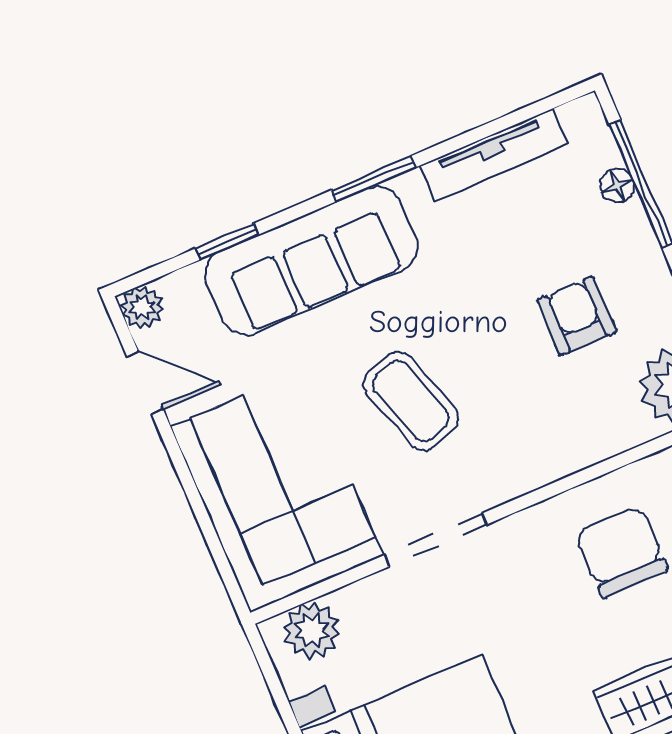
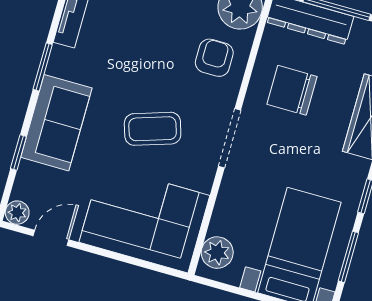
sofa: (311, 261) -> (56, 123), width x0.73
armchair: (577, 316) -> (214, 58), moved, turned 90
doorway: (436, 540) -> (230, 138), moved

